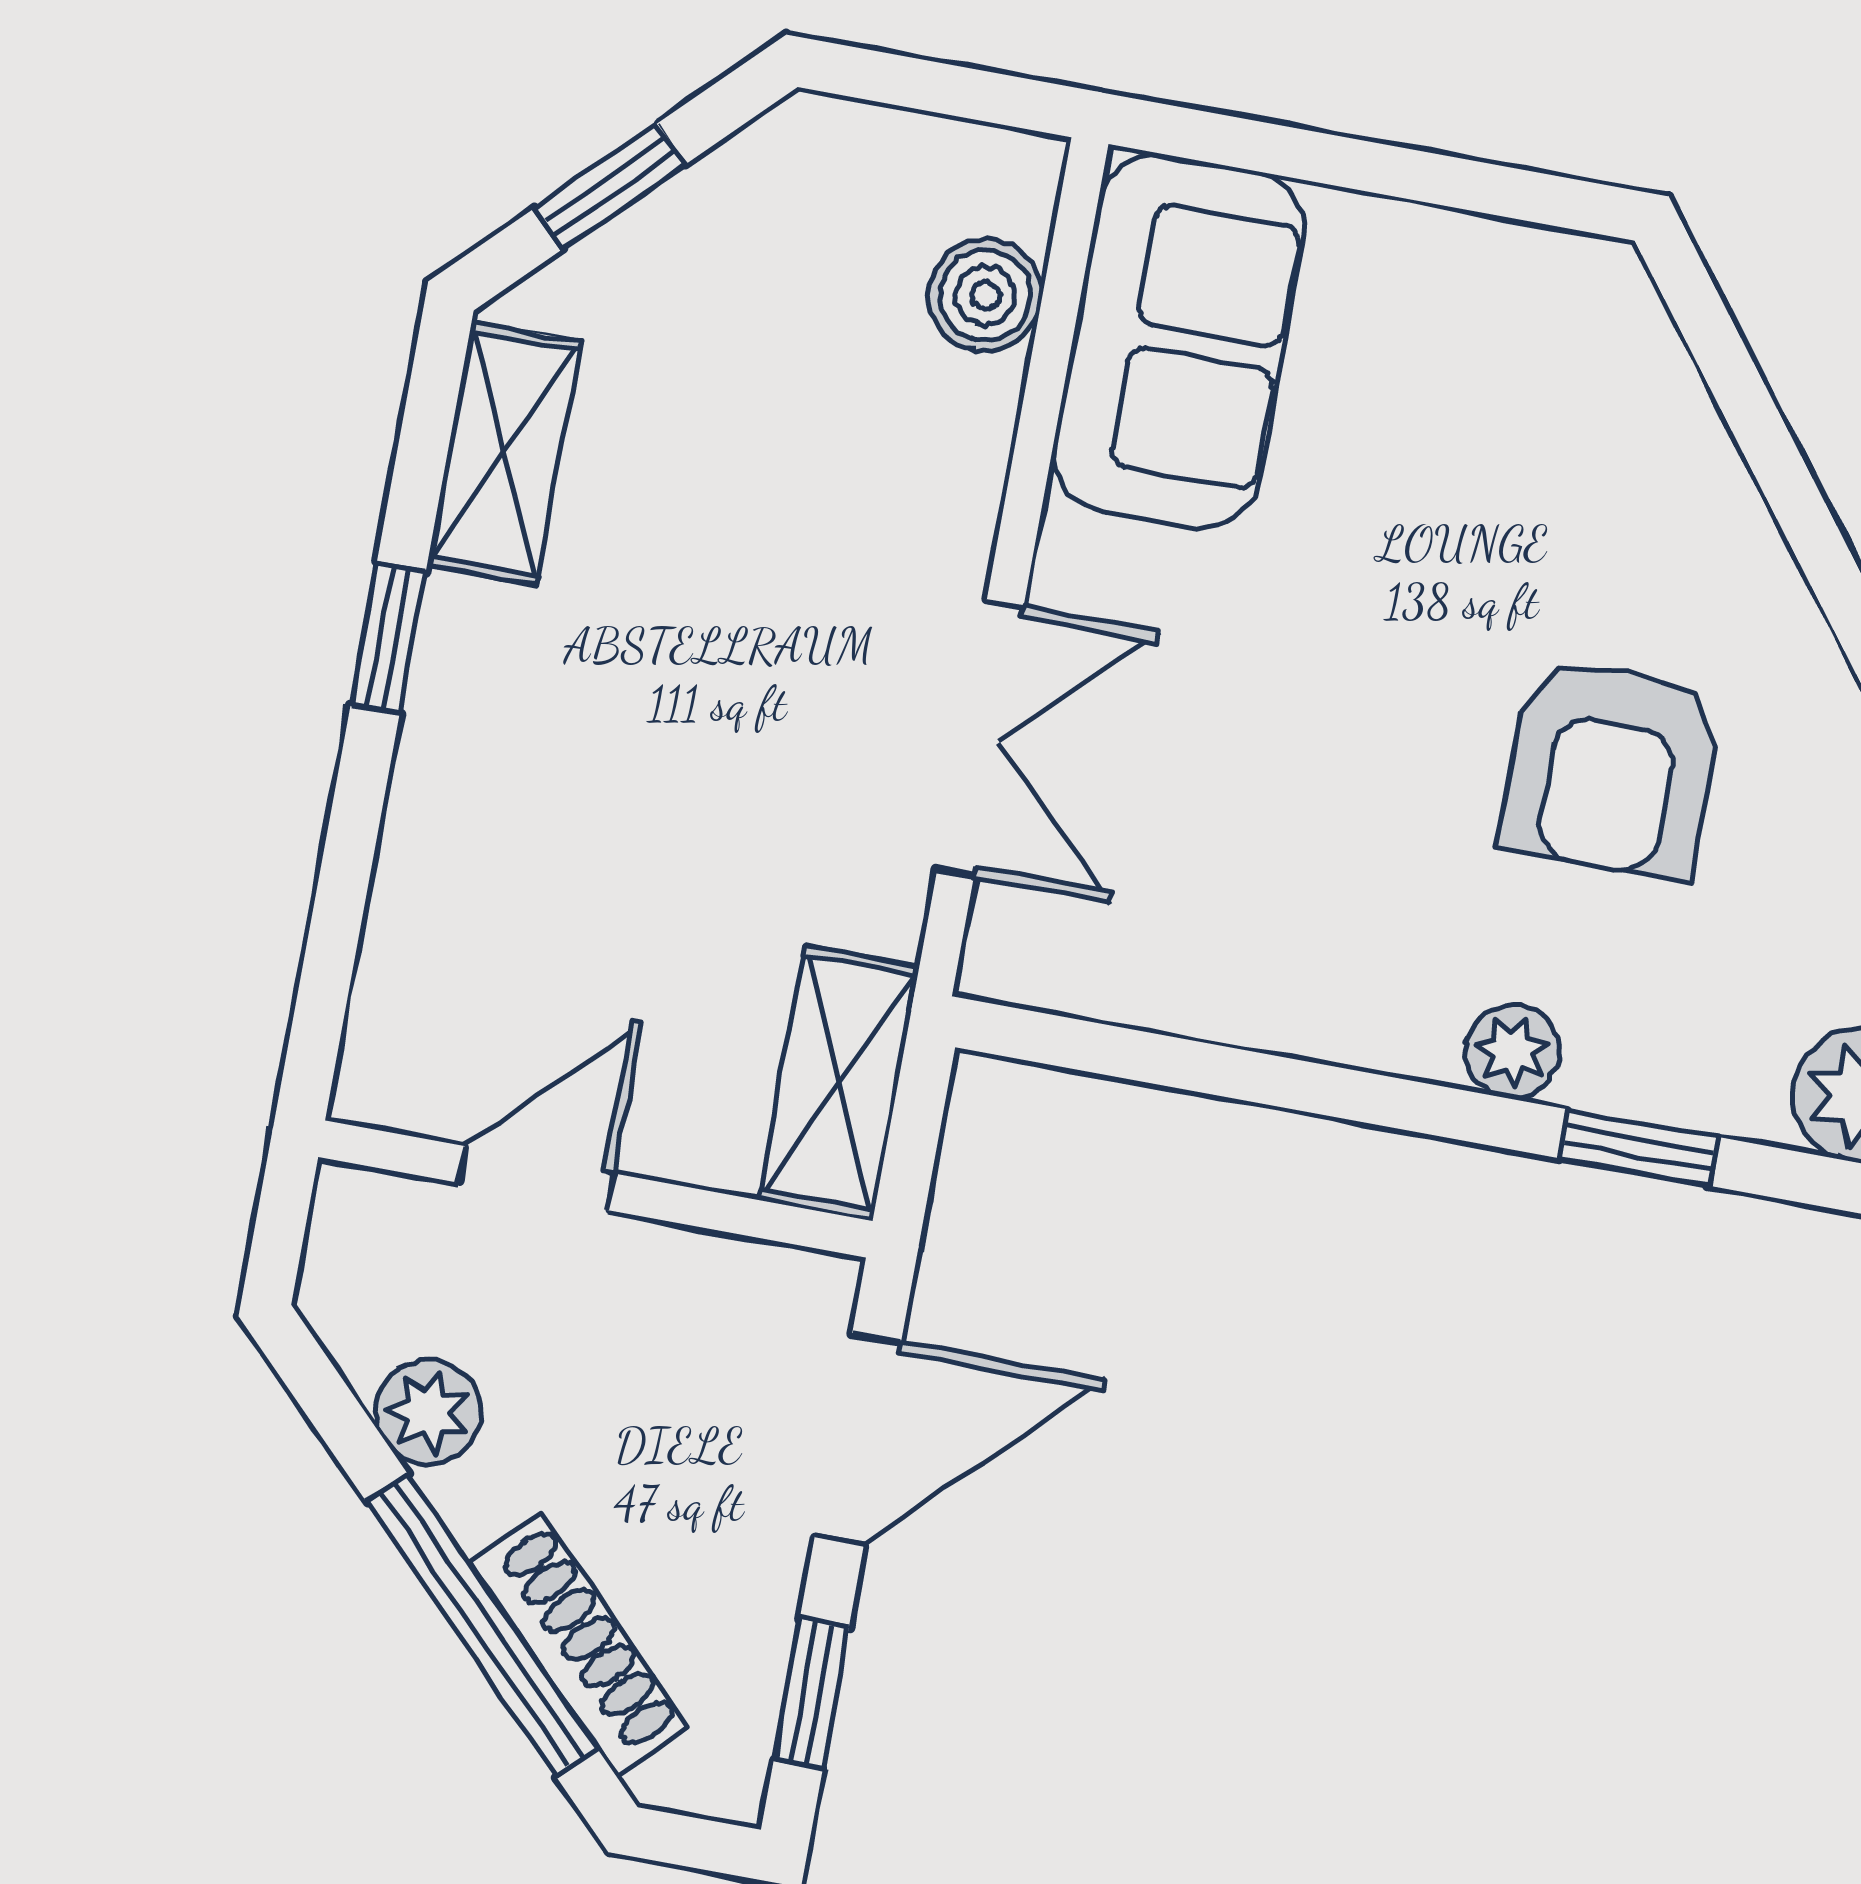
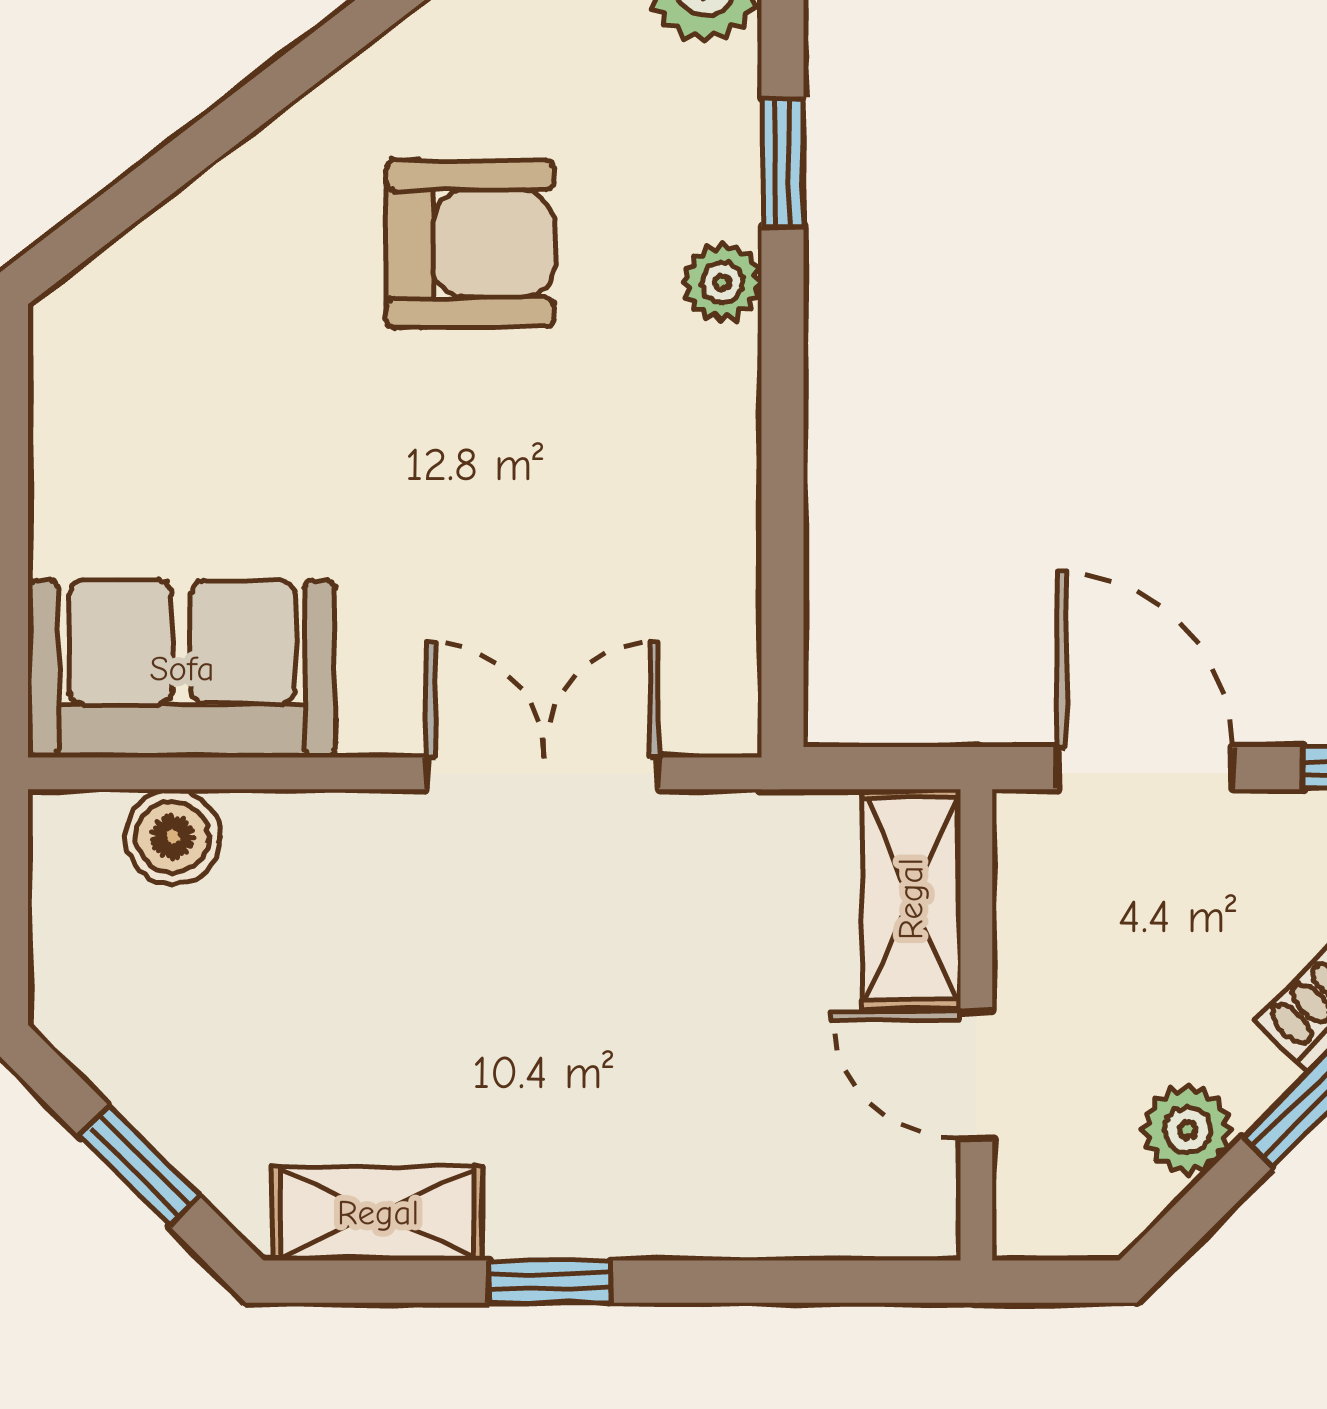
shelving: (839, 1083) -> (911, 899), moved, turned 90

